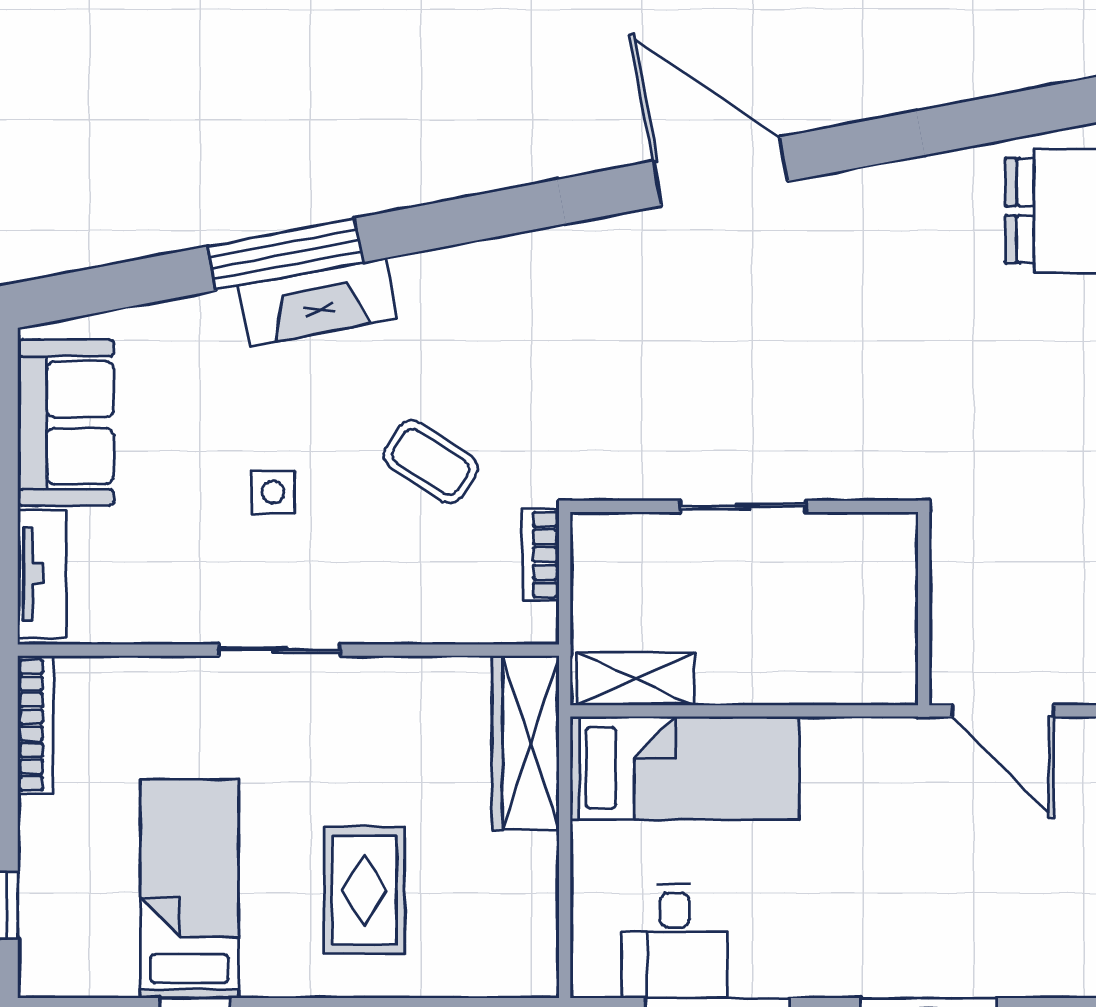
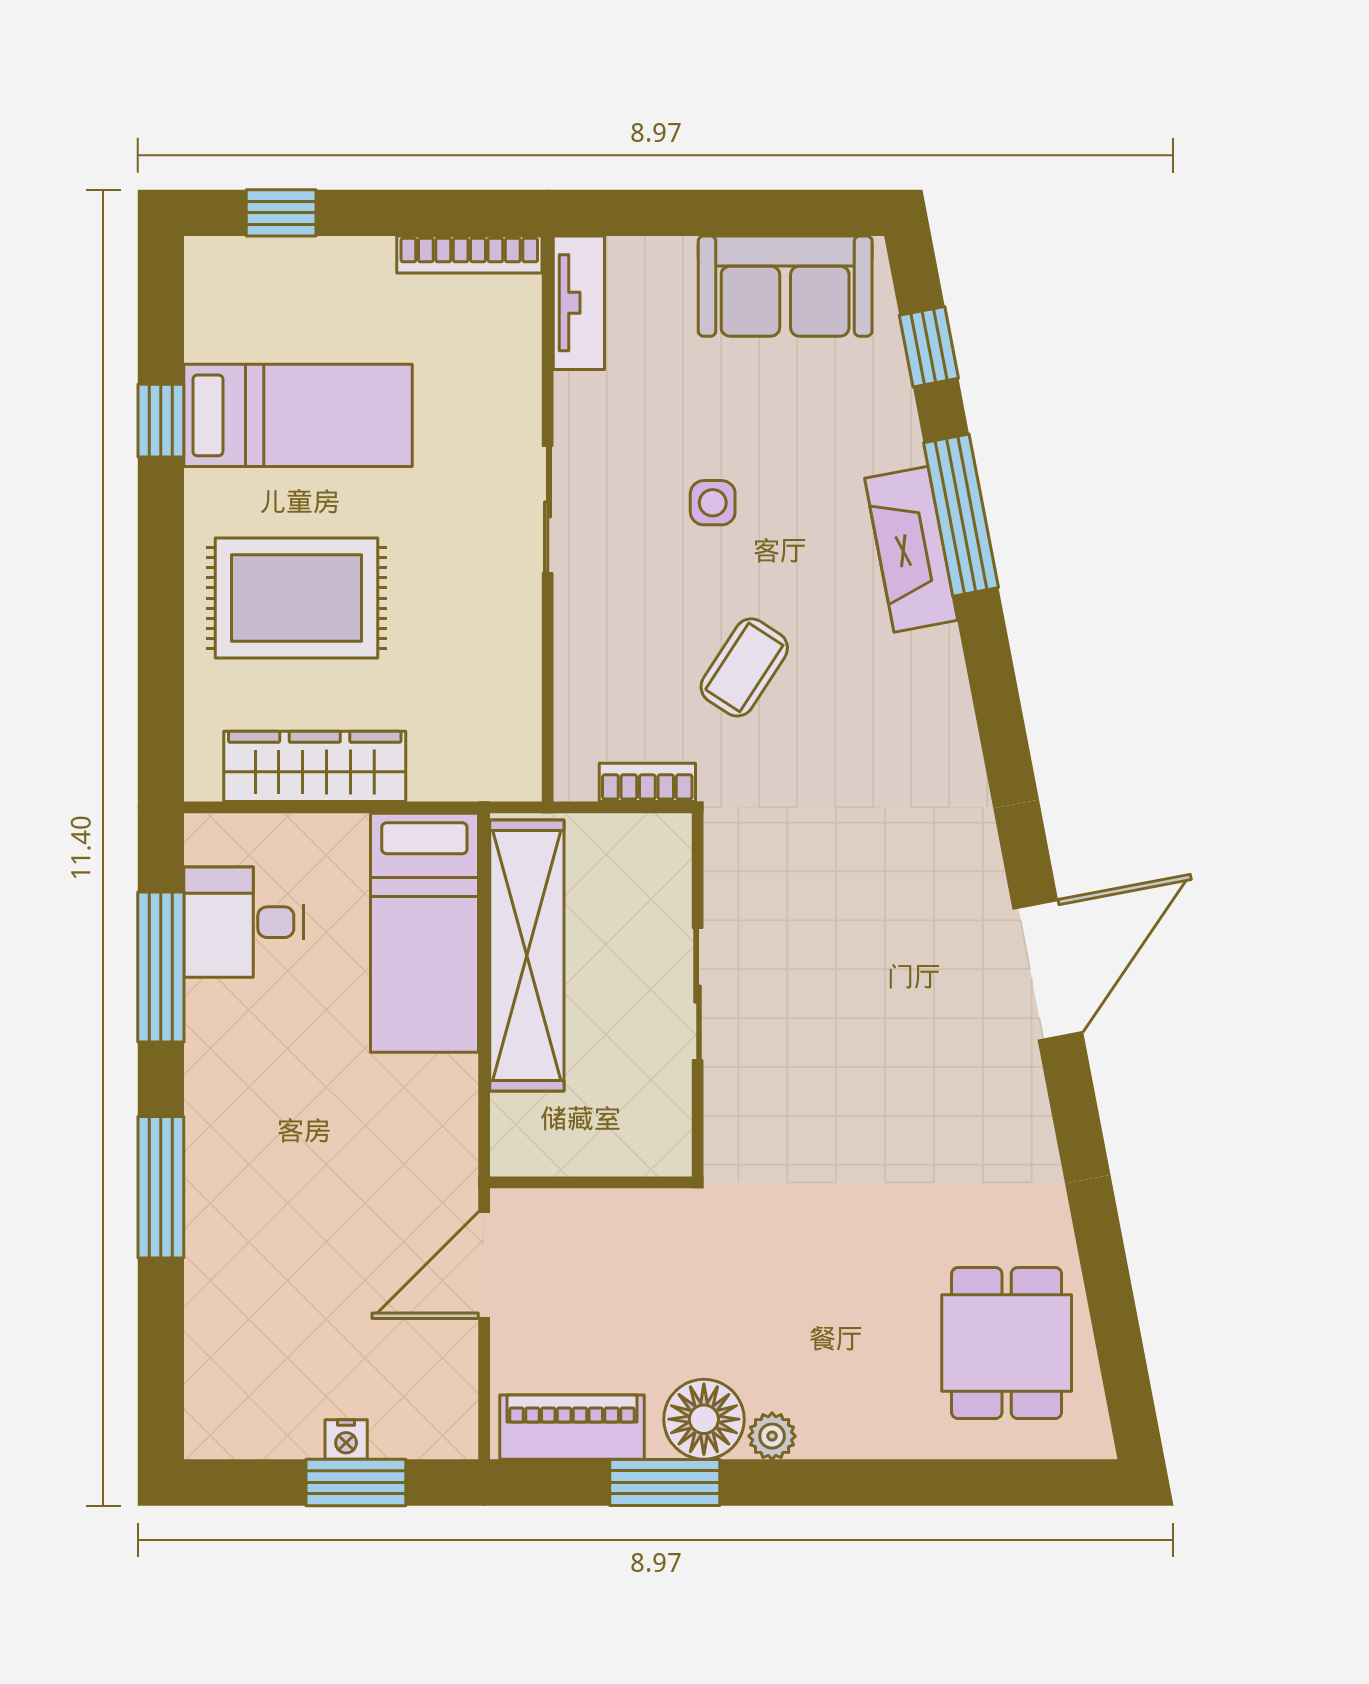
window: (124, 285) -> (929, 347), added
tv unit: (42, 574) -> (579, 303), moved, turned -90
shelving: (636, 679) -> (527, 956), width x2.20, depth x1.33
wardrobe: (525, 743) -> (315, 766), moved
rug: (364, 890) -> (297, 598), width x1.36, depth x1.43

